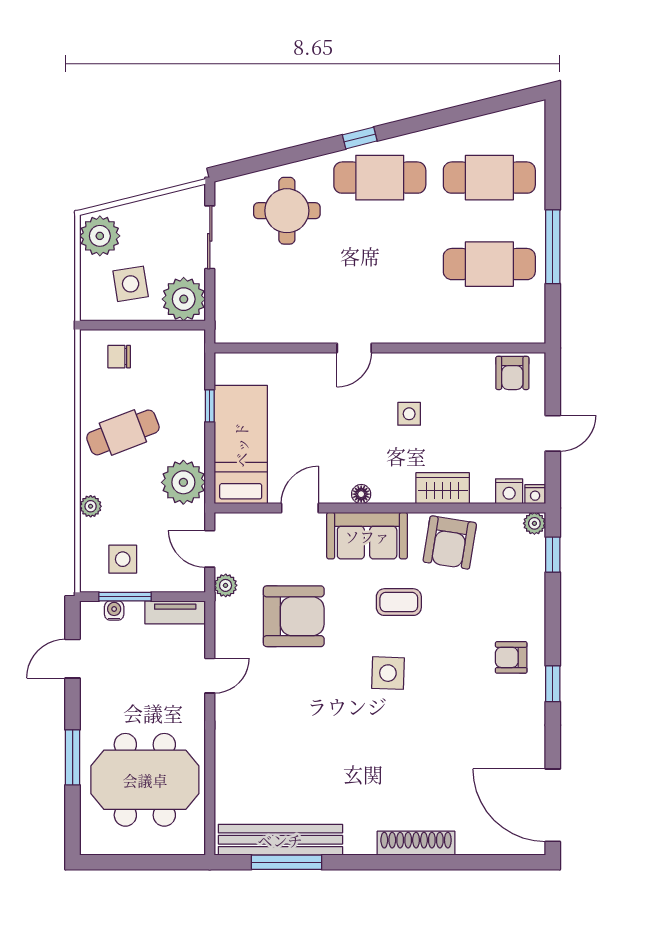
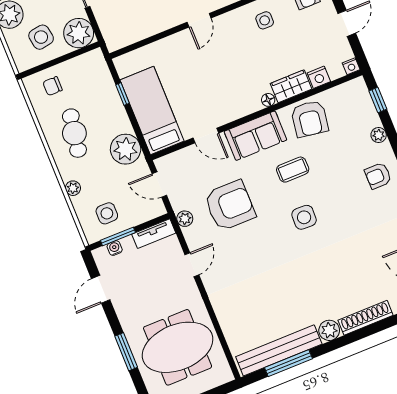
side table: (409, 414) -> (265, 20), moved
cafe table: (123, 432) -> (74, 133), turned -59
nightstand: (509, 491) -> (319, 77), moved
floor lamp: (361, 494) -> (268, 100), moved
door: (300, 508) -> (206, 135), swing flipped
plant: (534, 523) -> (379, 135), moved
plant: (226, 585) -> (185, 219), moved
plant: (360, 840) -> (329, 330), added

